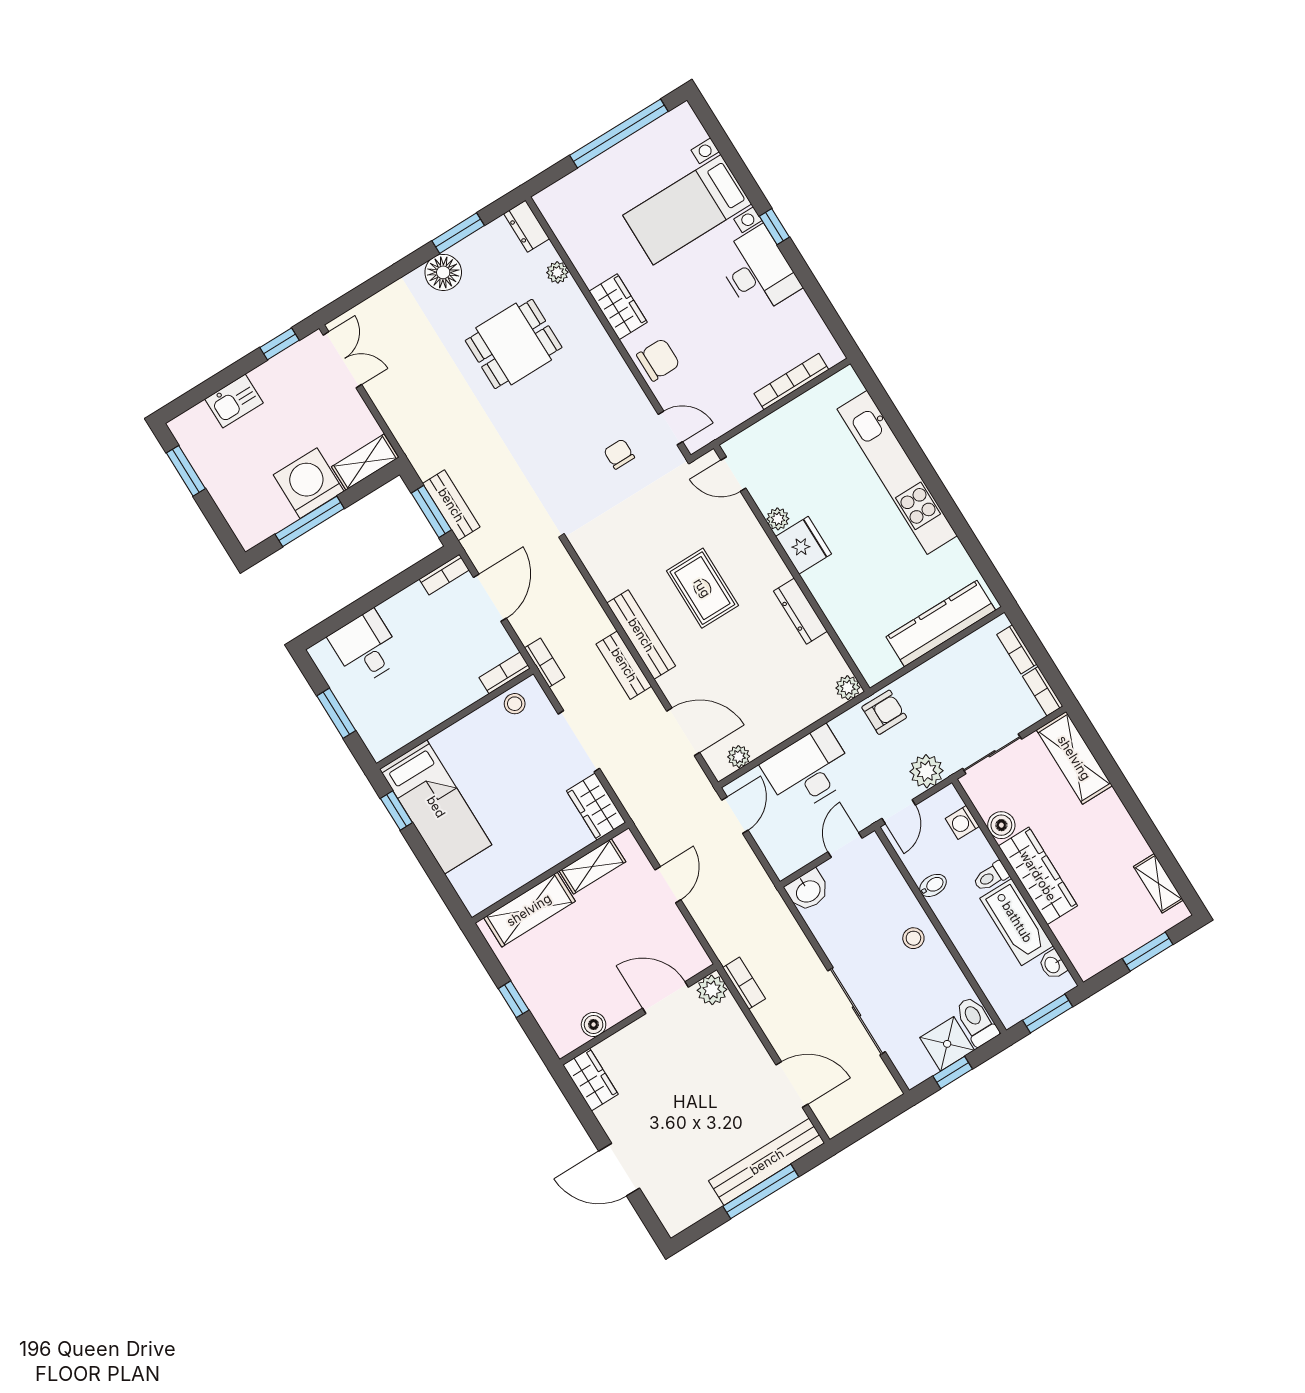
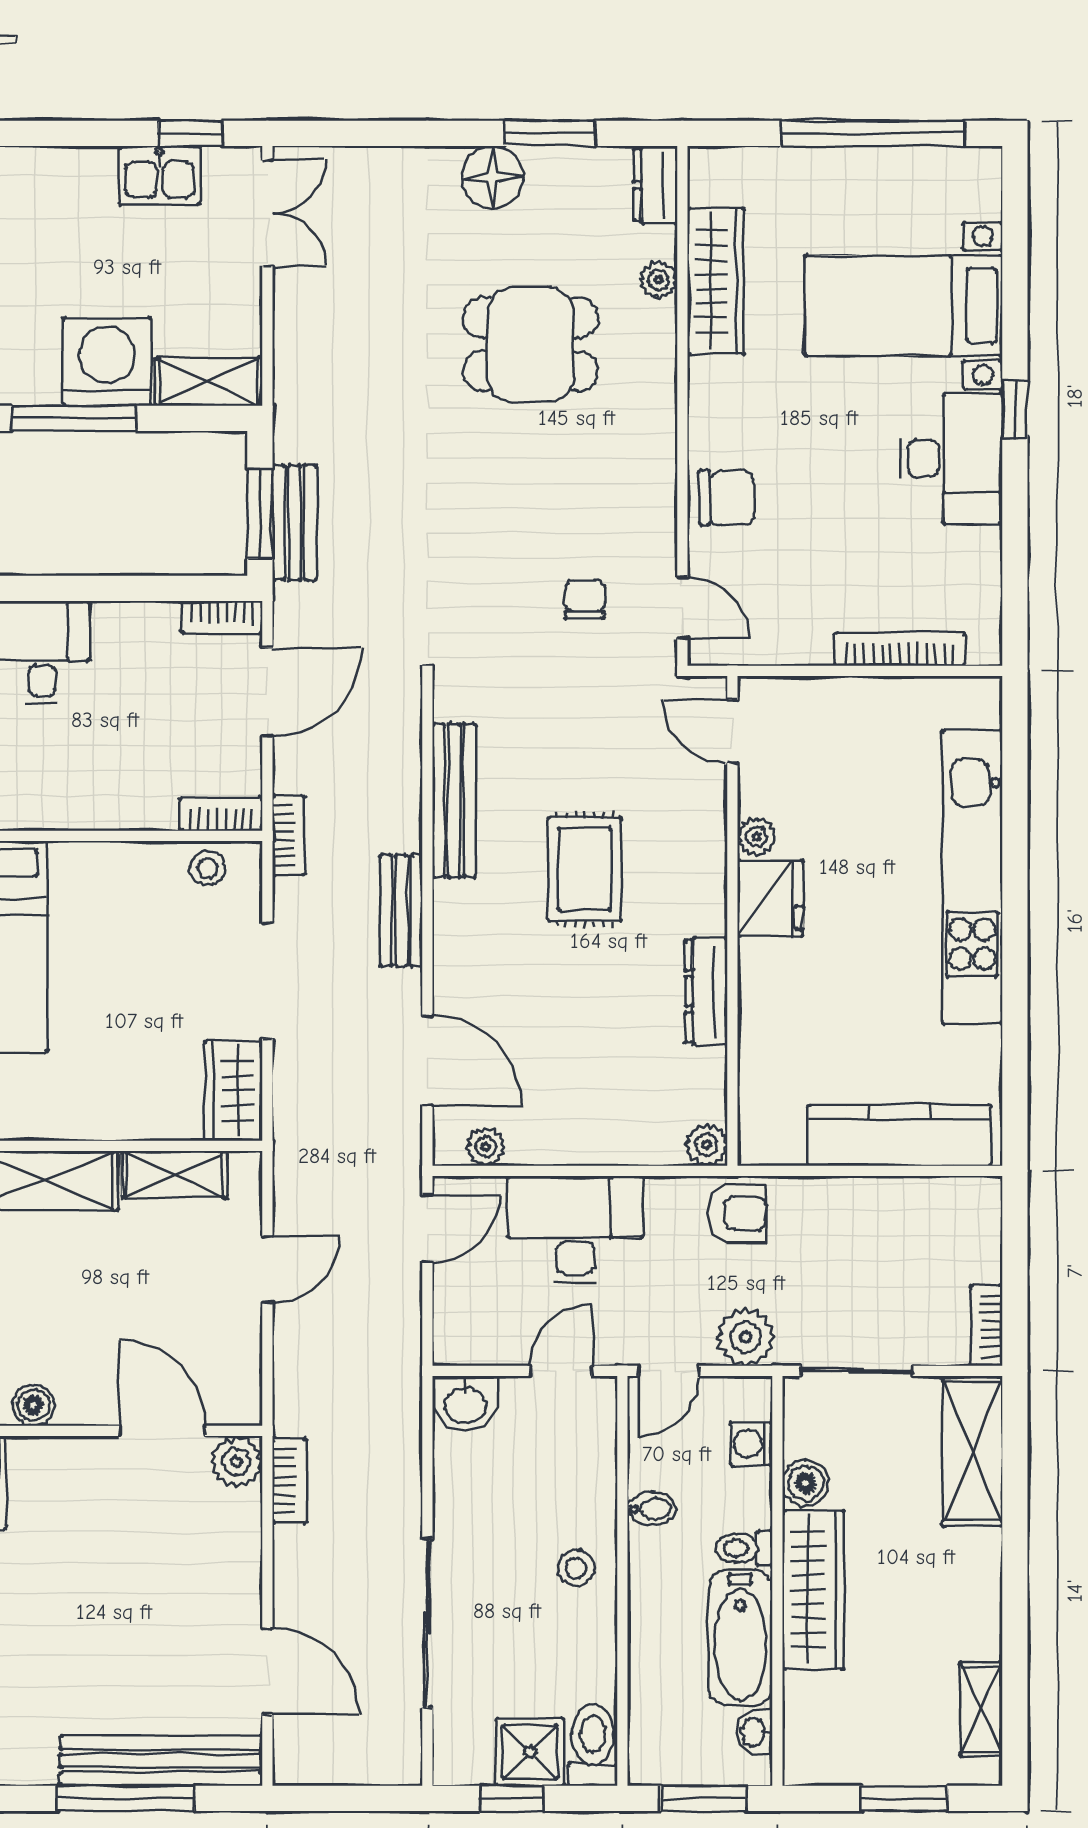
wardrobe: (618, 307) -> (716, 281), moved, width x1.50
kitchen sink: (234, 401) -> (160, 175), moved
bench: (641, 635) -> (454, 800), moved
bookcase: (1017, 649) -> (987, 1242), removed

